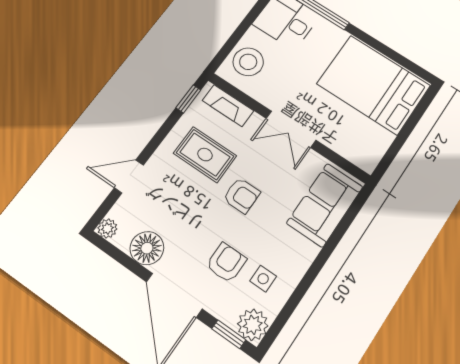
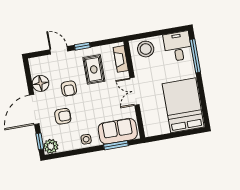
window: (188, 99) -> (82, 46), moved
armchair: (242, 195) -> (69, 88), moved
window: (343, 227) -> (116, 145), added
plant: (107, 228) -> (34, 62), removed
side table: (263, 279) -> (86, 139), moved

